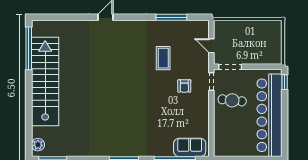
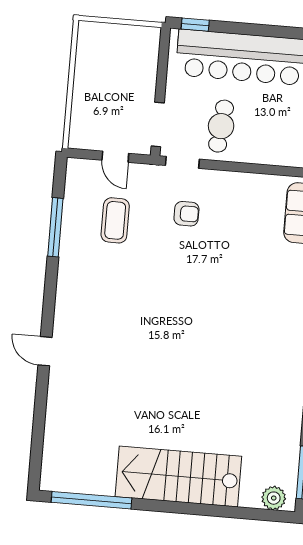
door: (211, 46) -> (115, 157), hinge flipped
coffee table: (163, 58) -> (115, 220), moved, turned 90
stairs: (45, 81) -> (178, 476), width x0.73

